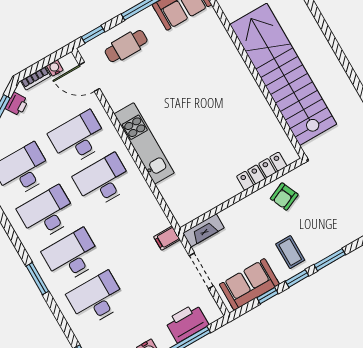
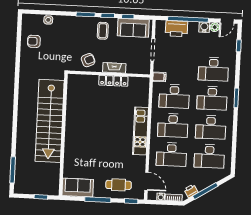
locker: (262, 171) -> (113, 81), moved
desk: (128, 224) -> (174, 96), added
fireplace: (203, 230) -> (114, 68), moved

